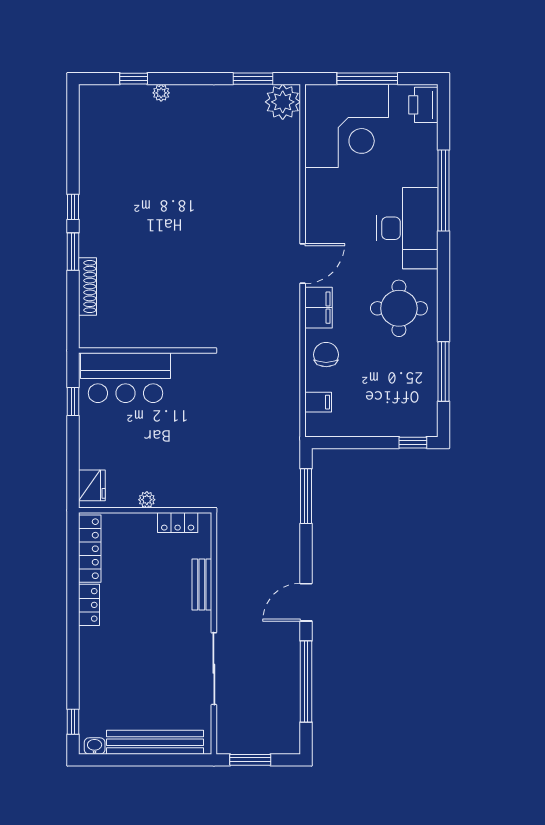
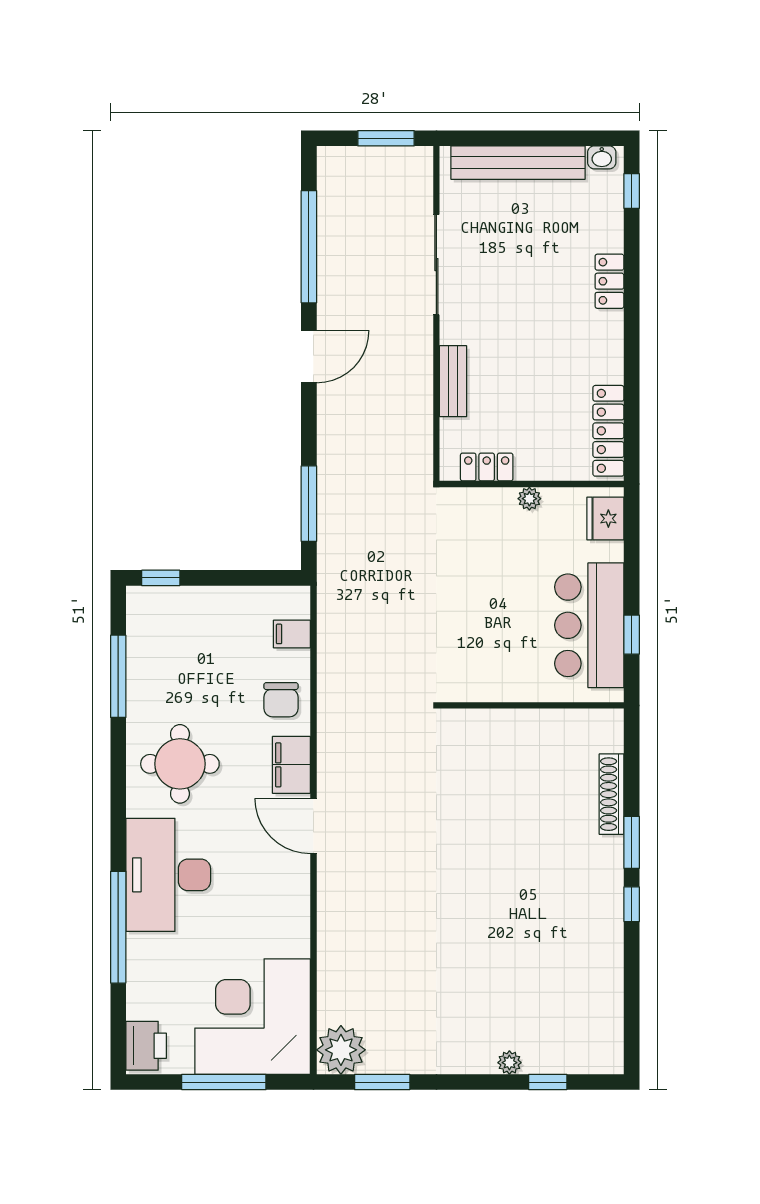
door: (303, 264) -> (313, 826), hinge flipped
bar counter: (125, 378) -> (589, 625), moved, turned -90
locker: (89, 605) -> (609, 281), moved

